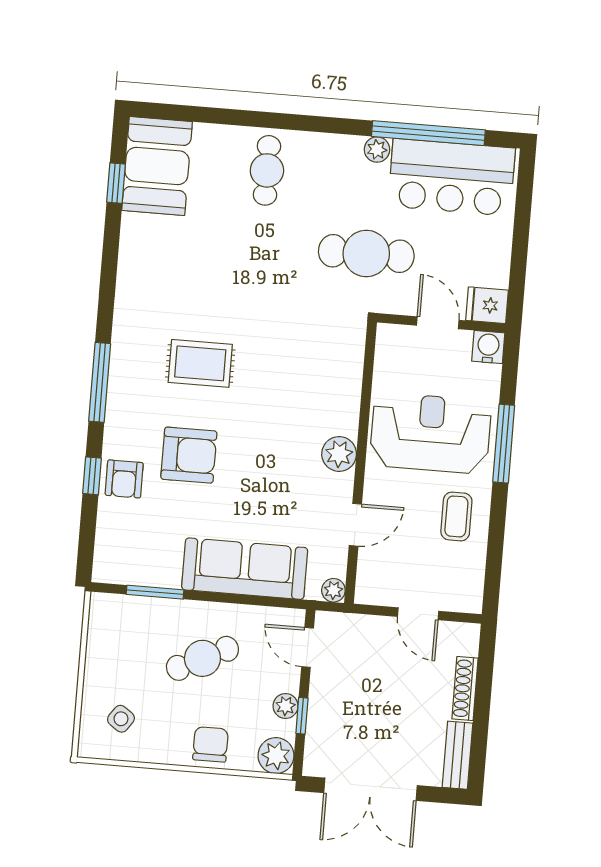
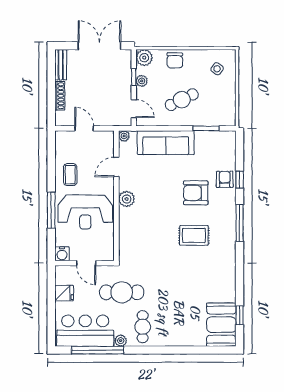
cafe table: (267, 170) -> (143, 327), moved
fridge: (487, 305) -> (64, 293), moved

